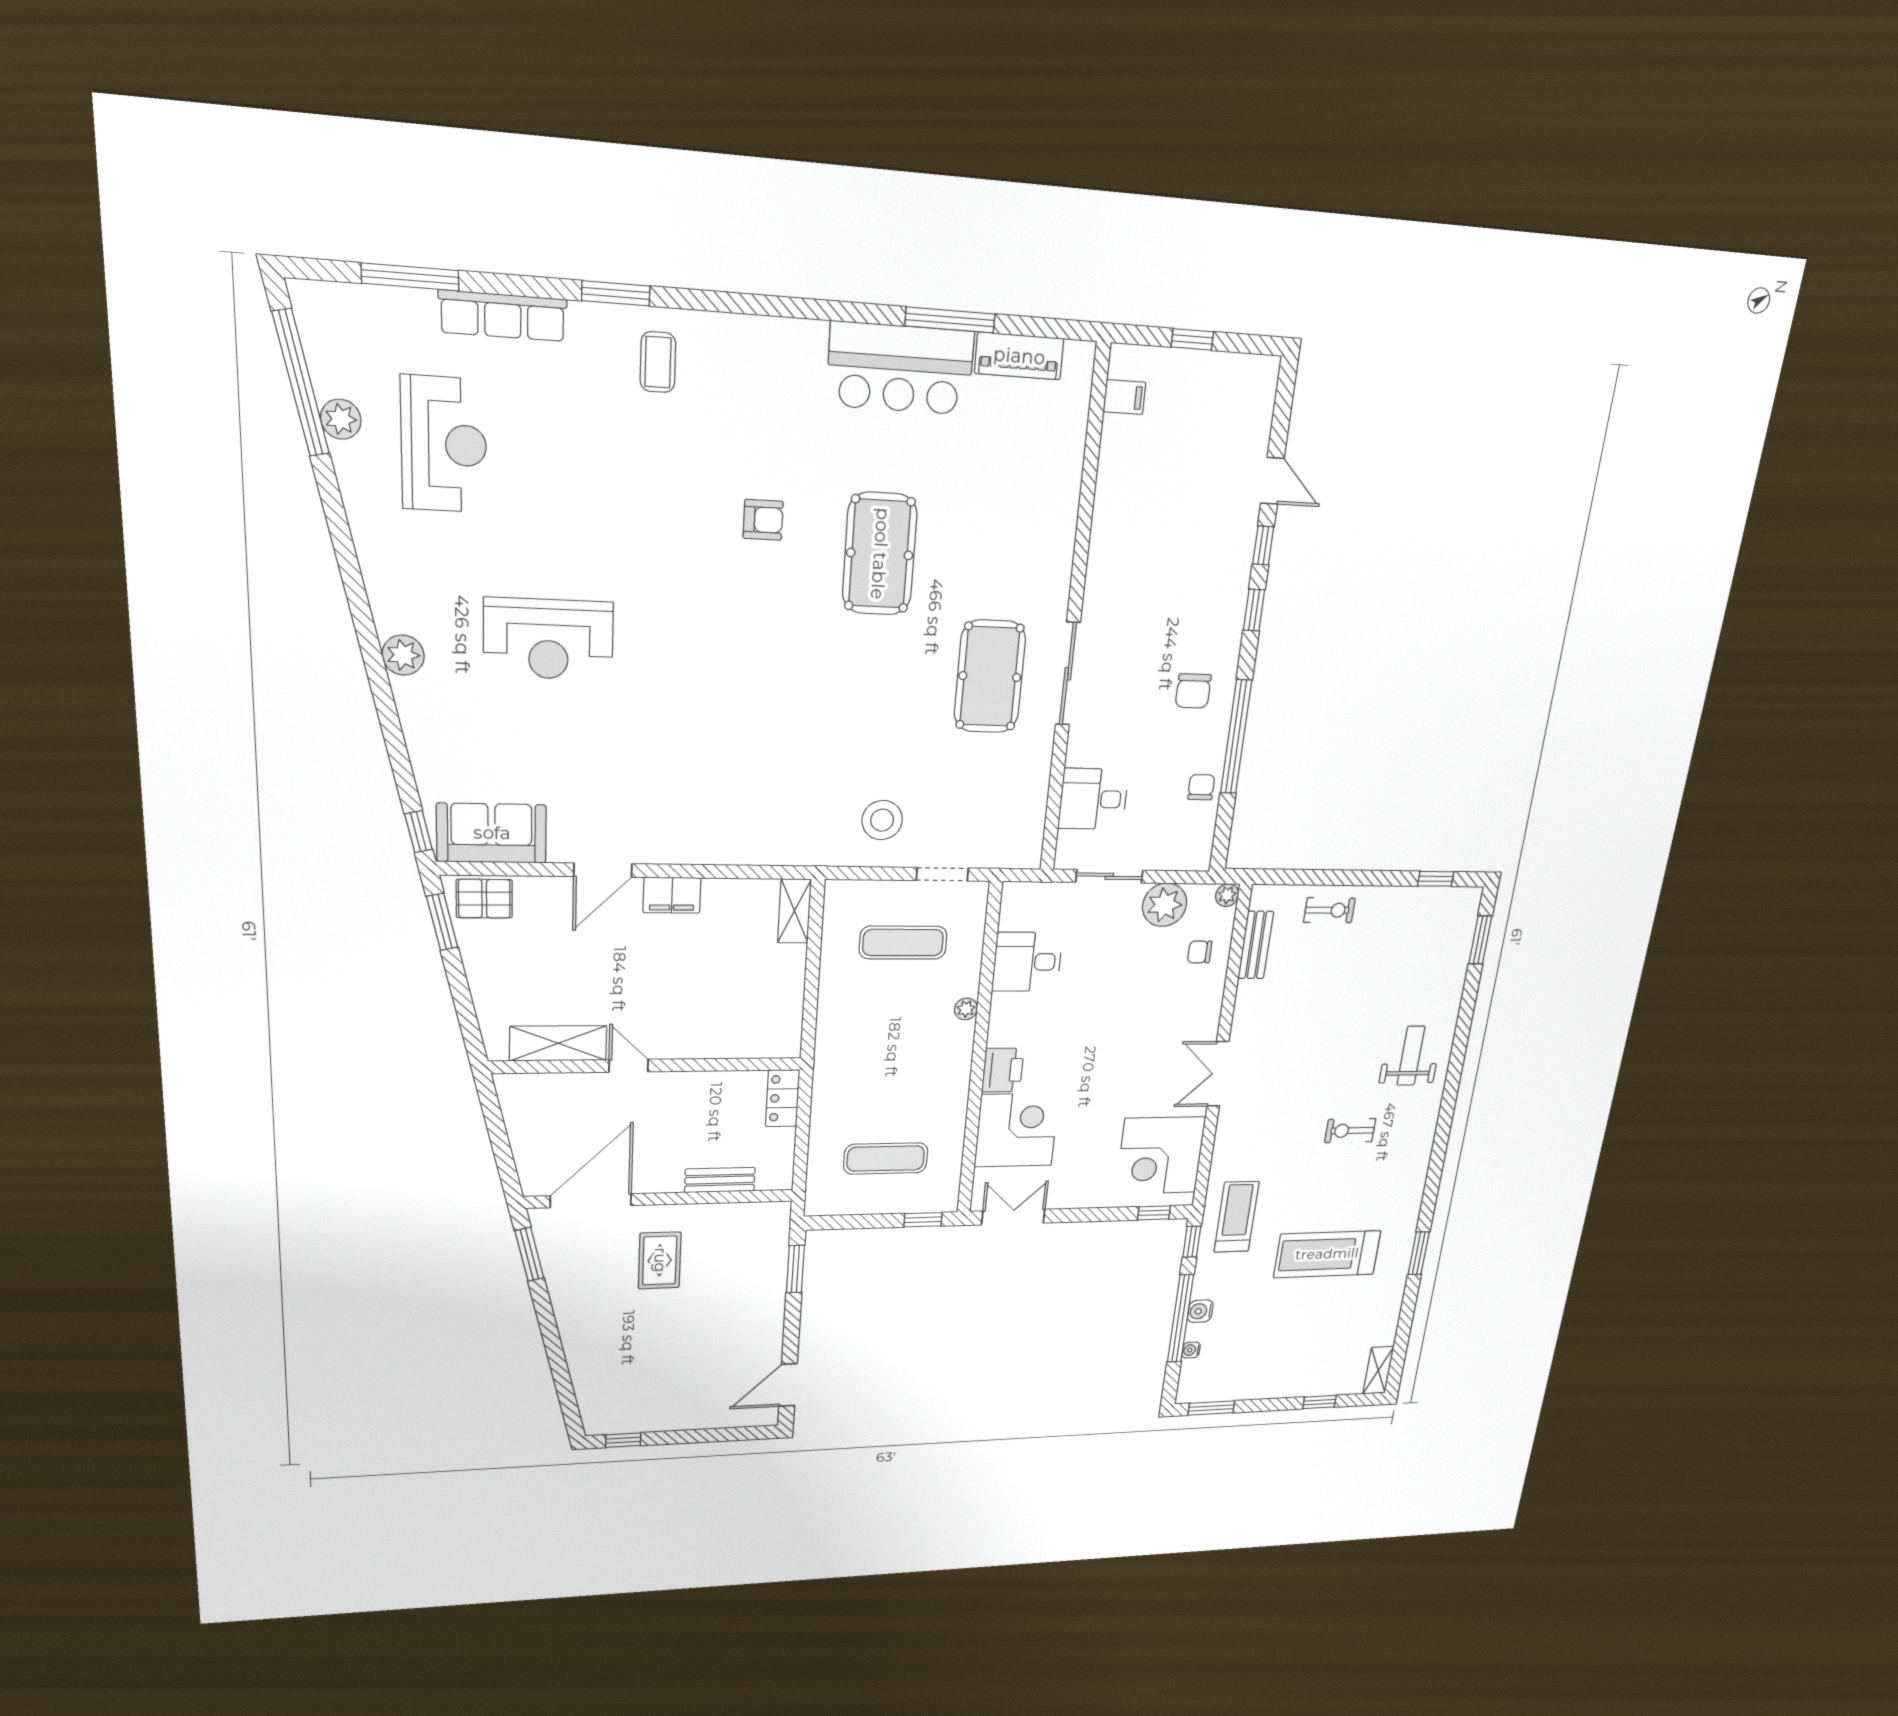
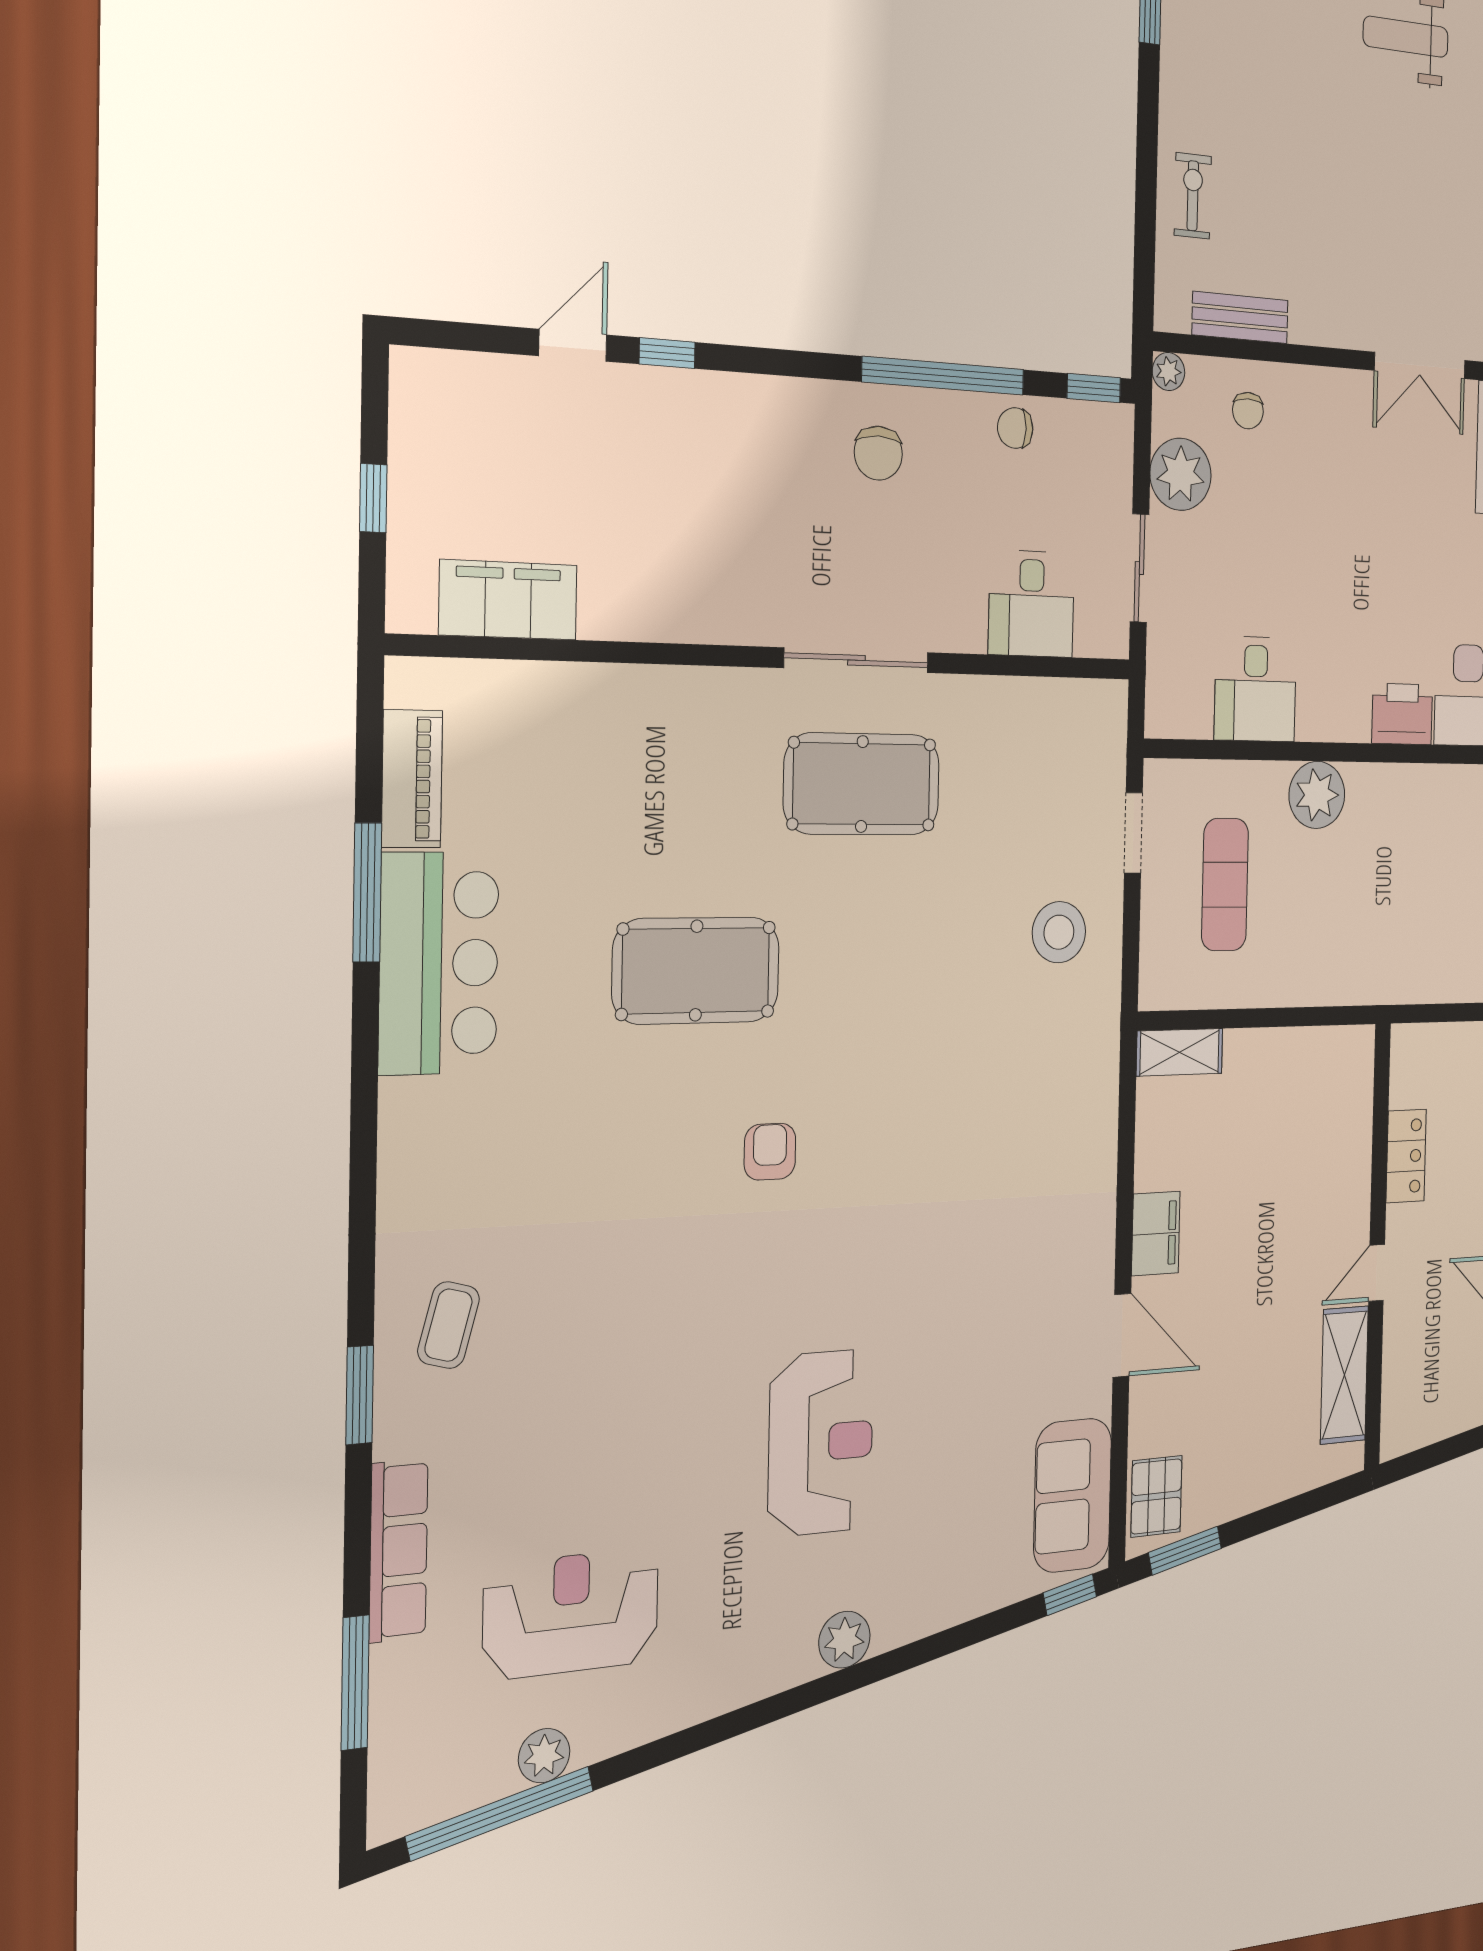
coffee table: (658, 362) -> (449, 1325), turned -75
filing cabinet: (1124, 397) -> (508, 600), width x3.00, depth x1.17
armchair: (763, 520) -> (770, 1152), moved
window: (1254, 610) -> (1094, 388), moved
chair: (1193, 691) -> (878, 453), turned 90
plant: (966, 1009) -> (1317, 795), width x1.87, depth x1.87
locker: (783, 1098) -> (1406, 1156), moved, turned -90

